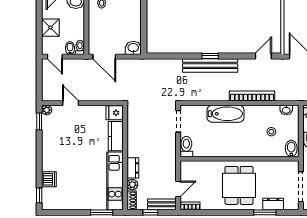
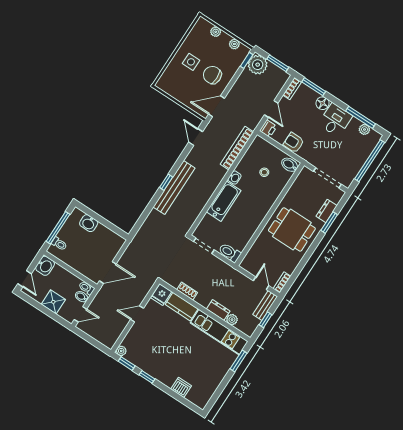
washbasin: (133, 48) -> (89, 223), moved, turned -90
bookcase: (252, 96) -> (237, 148), moved
door: (71, 103) -> (137, 314), moved
washbasin: (286, 110) -> (235, 178), moved
window: (39, 195) -> (147, 377), moved
shoe rack: (132, 200) -> (187, 291), moved

